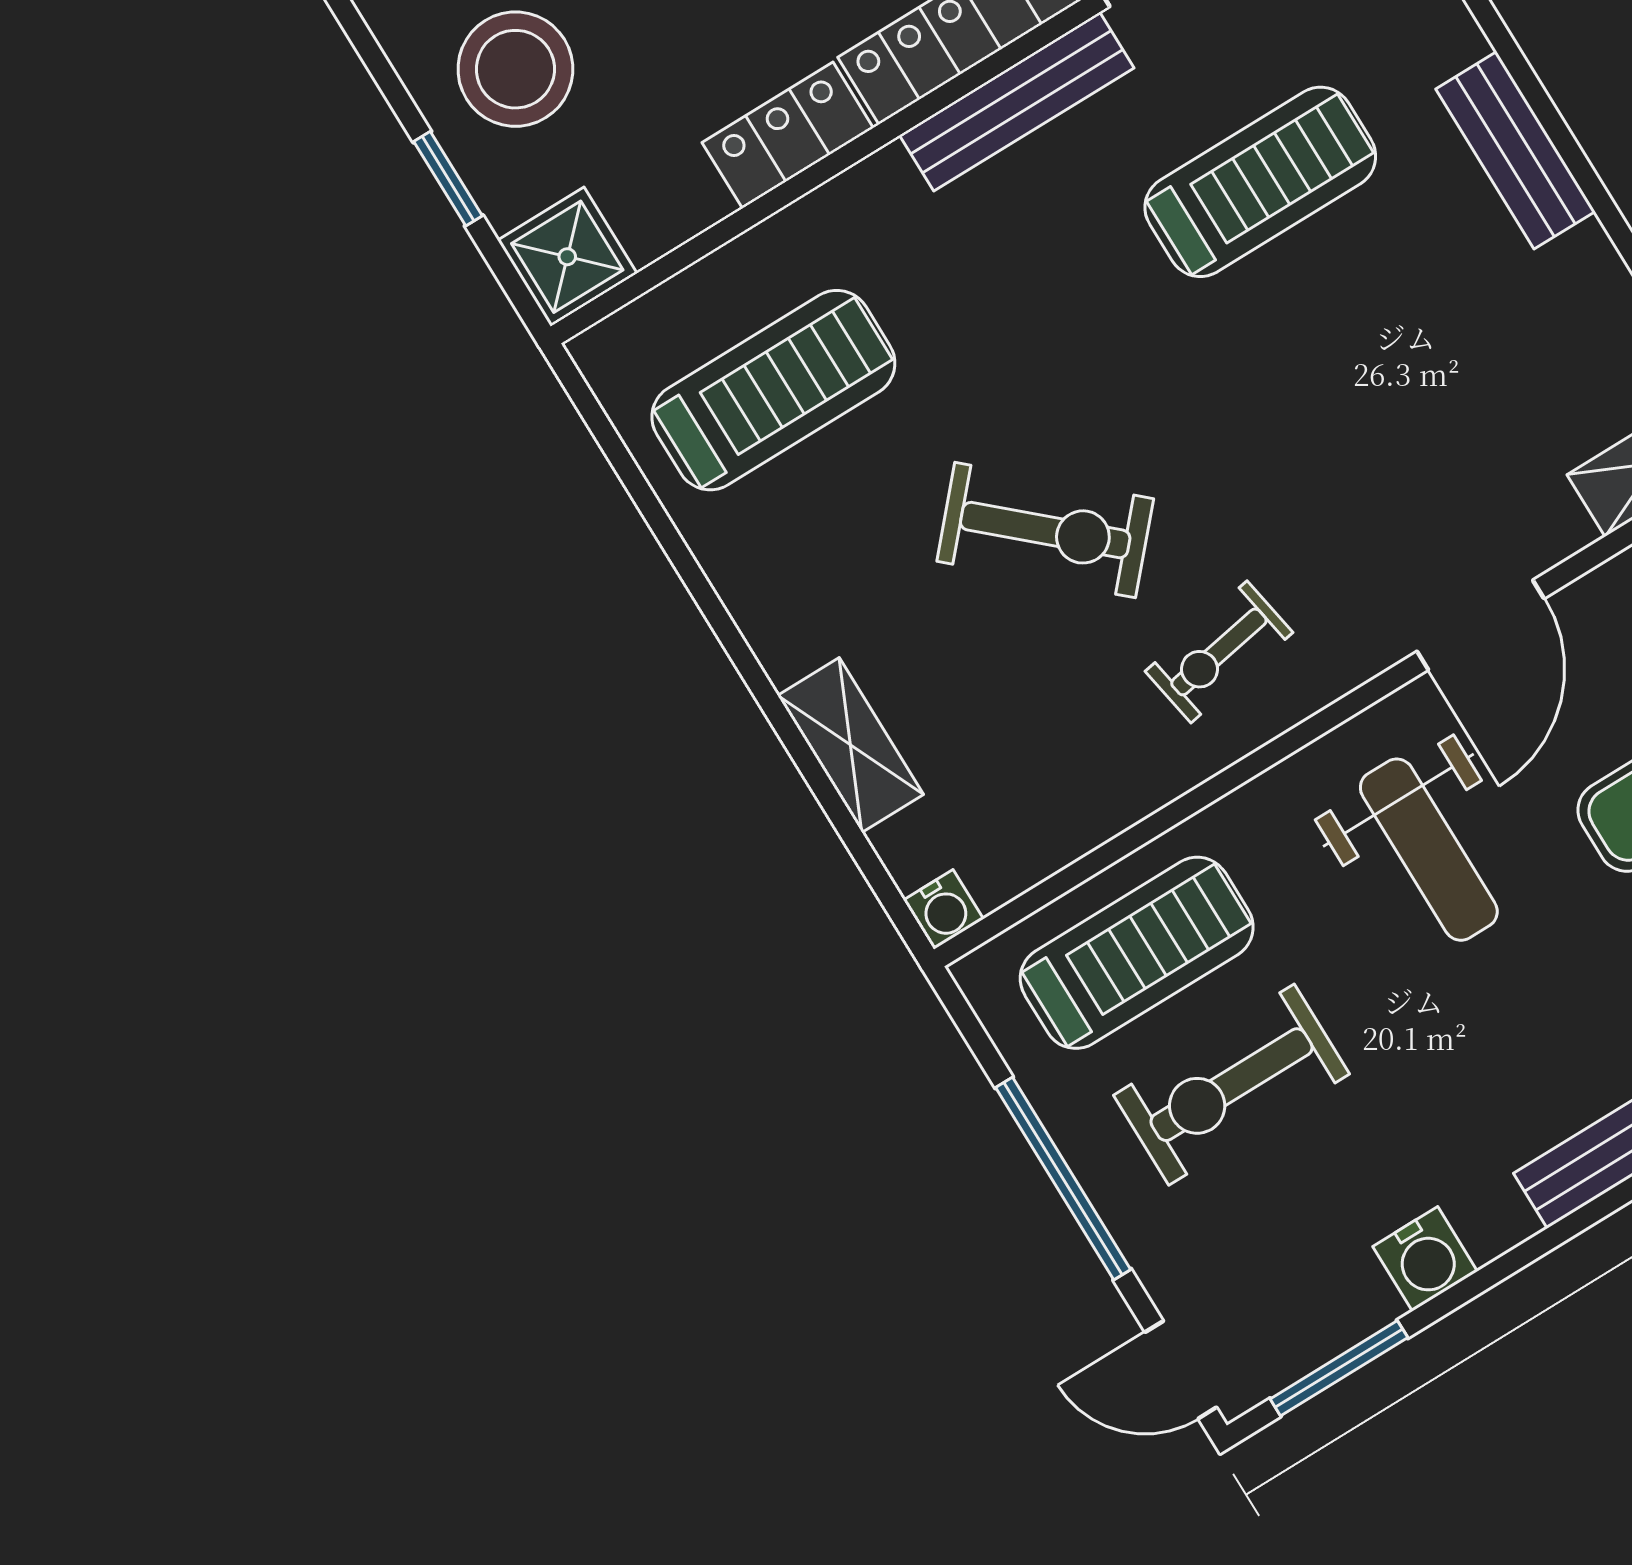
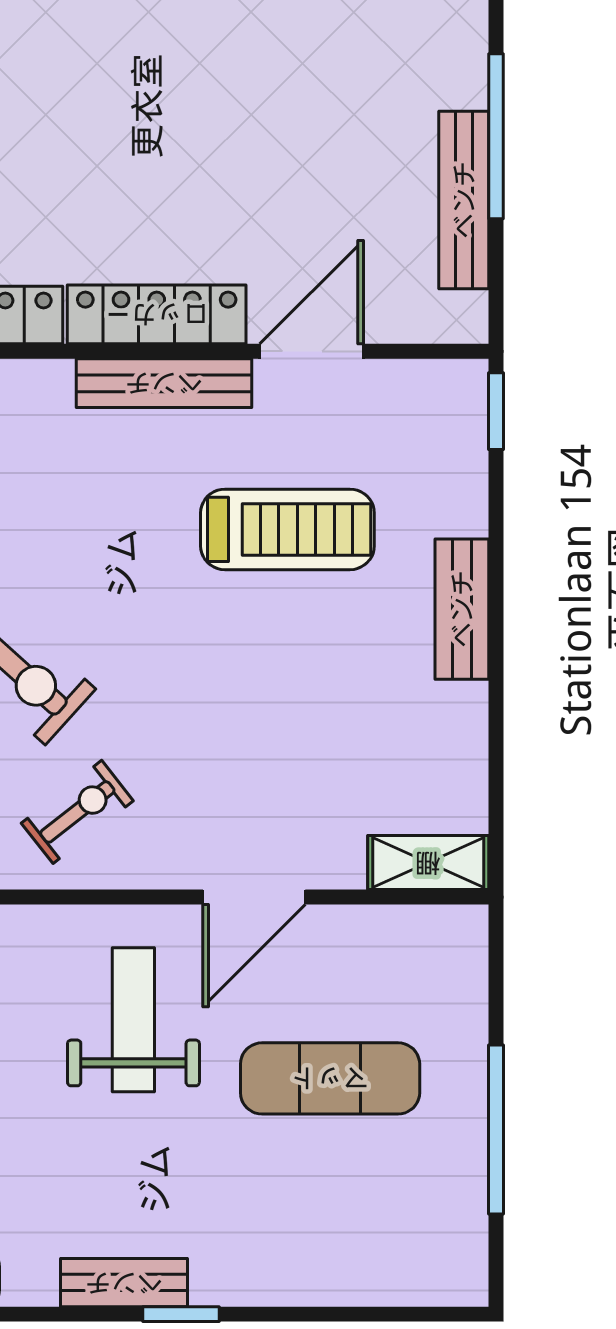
exercise bike: (1219, 652) -> (77, 812), turned 152
weight bench: (1429, 850) -> (133, 1020), turned 180

